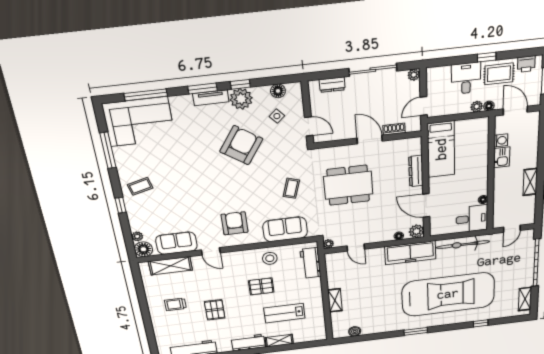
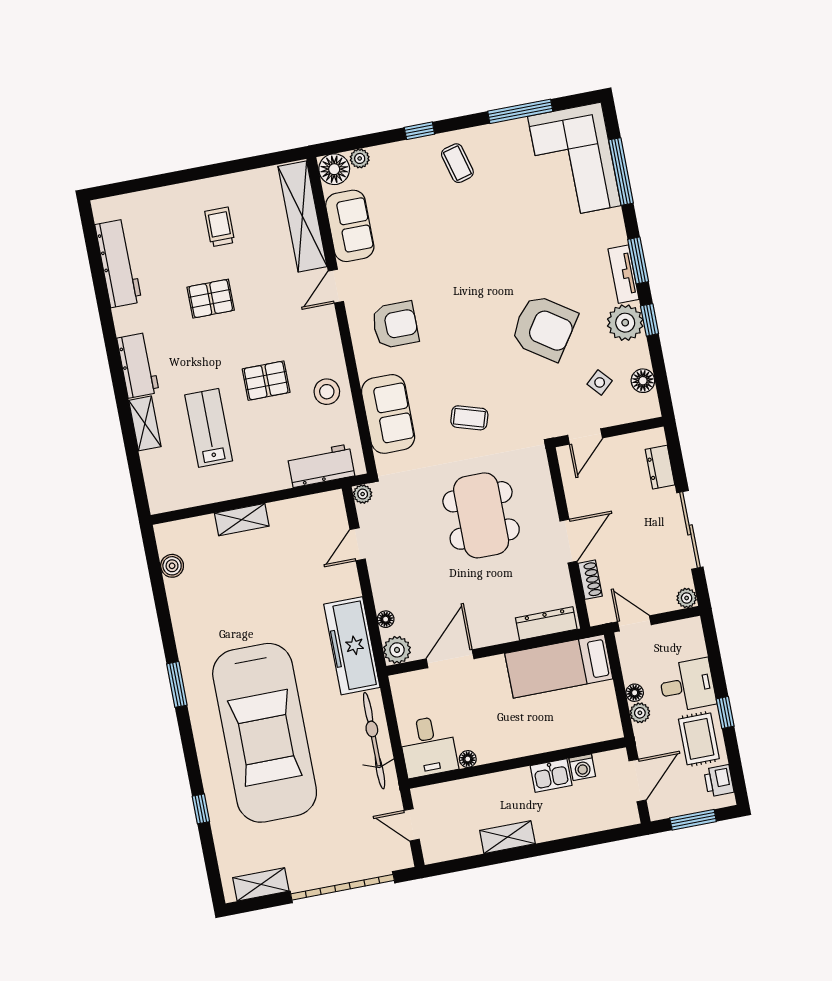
floor lamp: (489, 106) -> (635, 693), moved
dresser: (416, 171) -> (546, 623), moved
shelving: (170, 266) -> (302, 216), width x1.47
pallet: (261, 286) -> (266, 381), turned 90

